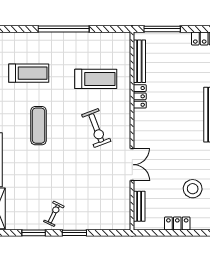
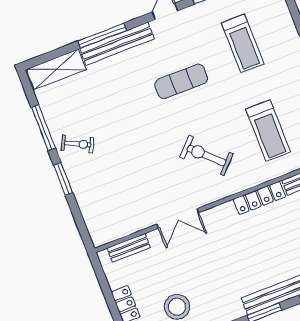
locker: (140, 96) -> (259, 198), width x1.53
exercise bike: (96, 128) -> (206, 155), turned 65
window: (34, 233) -> (43, 128), width x1.44

